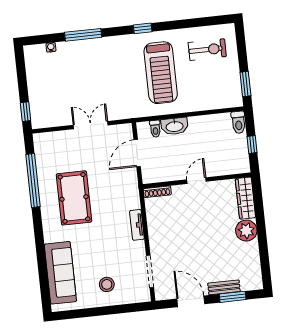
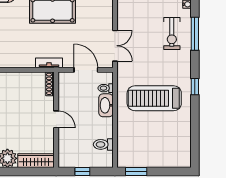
exercise bike: (207, 50) -> (172, 34), moved
toilet: (238, 122) -> (103, 144), moved
double door: (91, 125) -> (115, 46), moved
tv unit: (137, 225) -> (49, 63), moved

